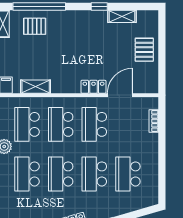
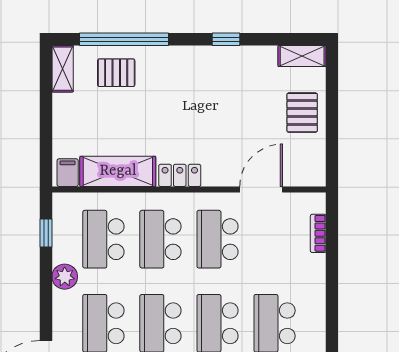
shelving: (122, 16) -> (302, 56), moved
shelving: (36, 87) -> (118, 171), width x1.50, depth x1.33
locker: (93, 87) -> (180, 175), moved

